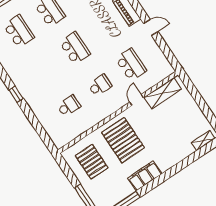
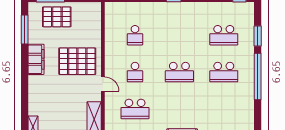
door: (137, 100) -> (103, 84), moved
pallet: (92, 162) -> (57, 17), moved

